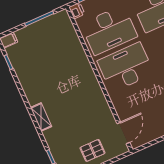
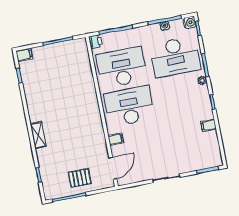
desk: (109, 30) -> (122, 67), turned 180
filing cabinet: (120, 103) -> (116, 139), added

